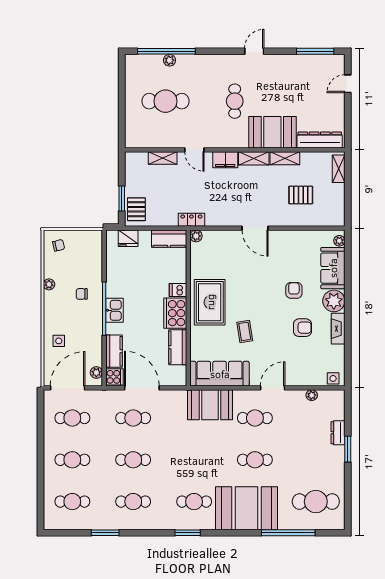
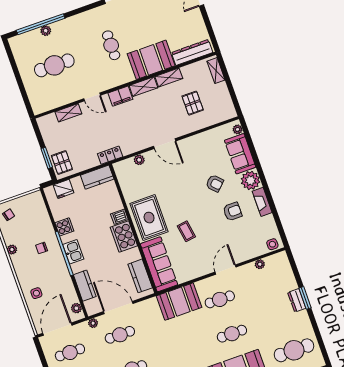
pallet: (301, 195) -> (193, 103), turned 90
plant: (196, 236) -> (139, 160), moved
armchair: (294, 290) -> (215, 183), turned 136
kitchen counter: (178, 347) -> (140, 276), moved
sofa: (220, 374) -> (159, 264), moved, turned 90
cooker: (114, 377) -> (64, 227), moved
plant: (109, 395) -> (93, 323), added
dresser: (338, 433) -> (297, 300), moved

